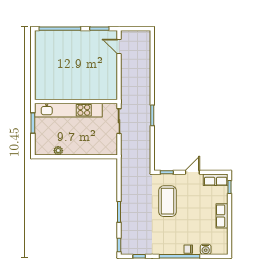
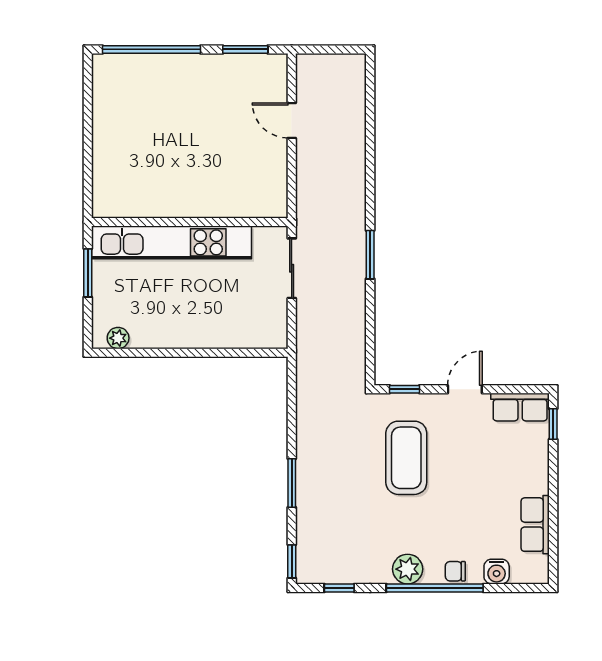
door: (119, 46) -> (292, 120), moved
plant: (58, 151) -> (118, 338), moved
row of seats: (222, 216) -> (535, 525), moved
plant: (168, 248) -> (408, 569), added

